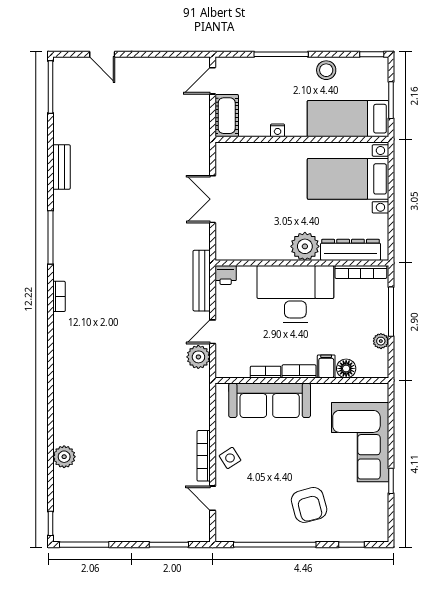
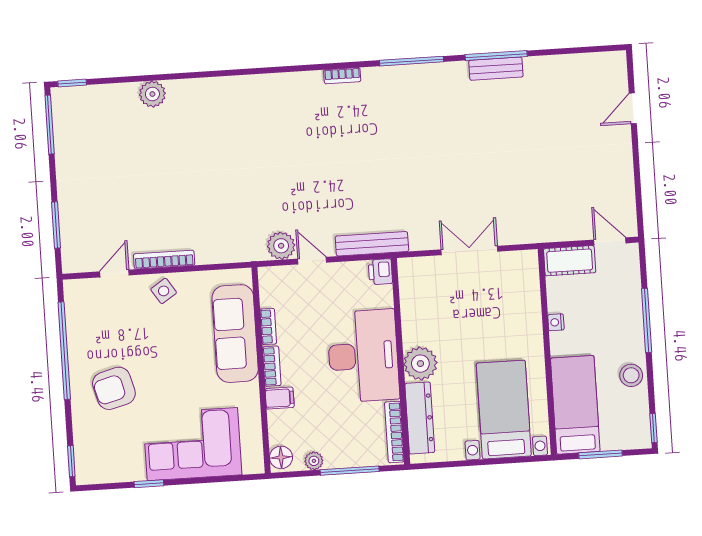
window: (51, 87) -> (496, 56), moved
floor lamp: (346, 368) -> (281, 457), moved
window: (352, 545) -> (71, 461), moved

